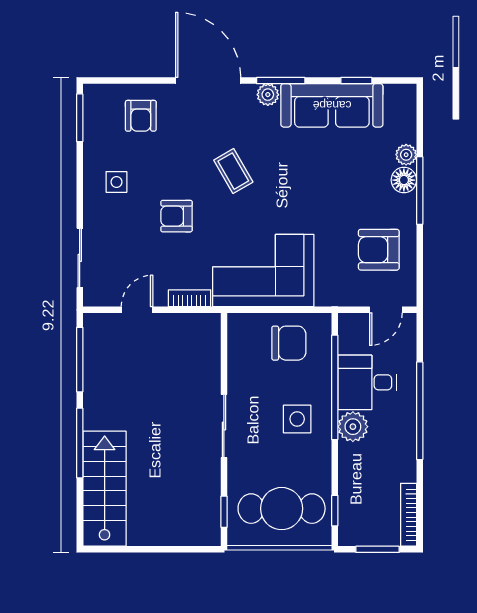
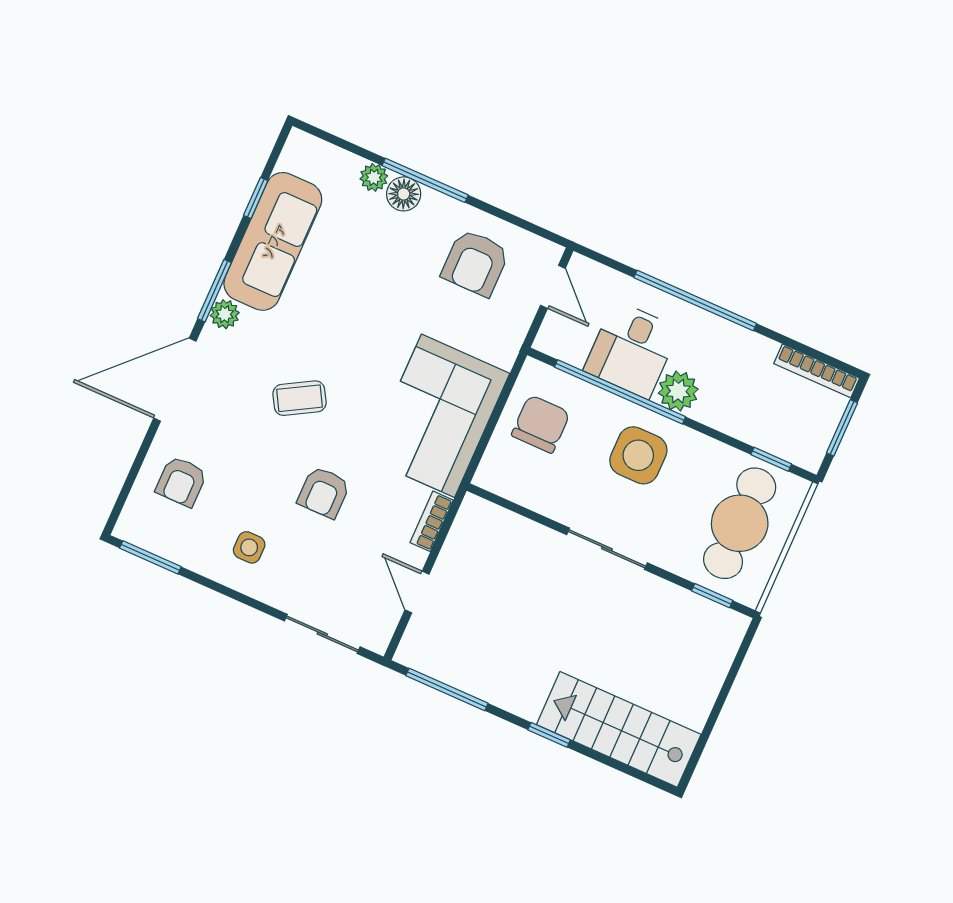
armchair: (141, 116) -> (181, 481), turned 90
side table: (297, 419) -> (638, 455), width x1.37, depth x1.37
window: (80, 443) -> (549, 735), width x0.46

